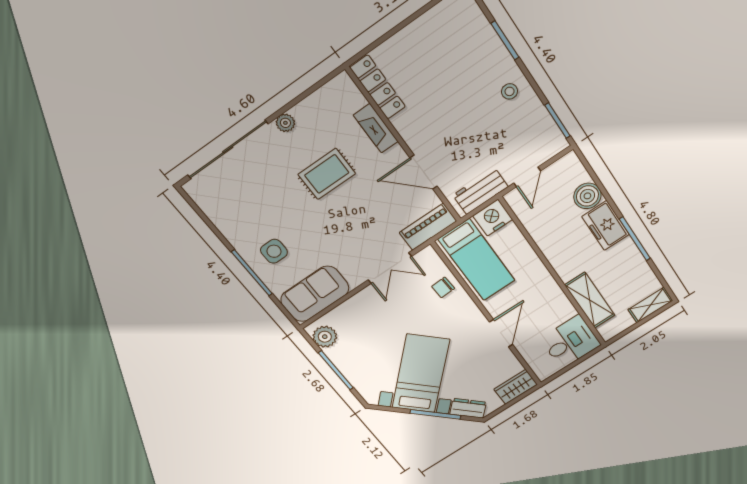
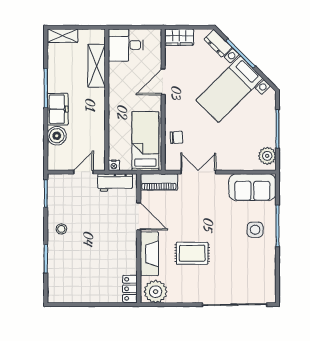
locker: (378, 87) -> (130, 289), width x0.66
plant: (285, 123) -> (156, 292), moved, width x1.88, depth x1.88
fireplace: (376, 128) -> (149, 254), width x1.37, depth x1.32
nightstand: (493, 218) -> (114, 165), width x0.53, depth x0.56

